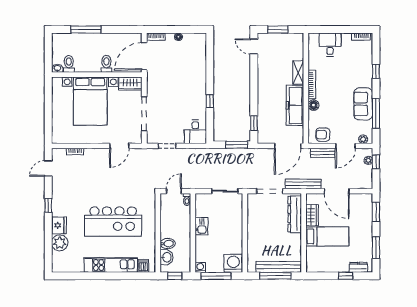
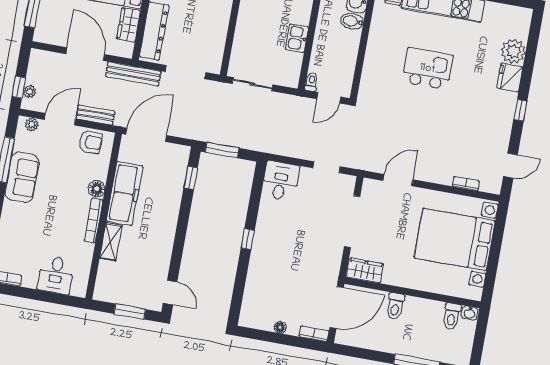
bed with nightstands: (90, 101) -> (455, 239), moved, turned -90
window: (210, 101) -> (248, 239), moved
kitchen island: (113, 222) -> (428, 69), width x0.54, depth x0.78

